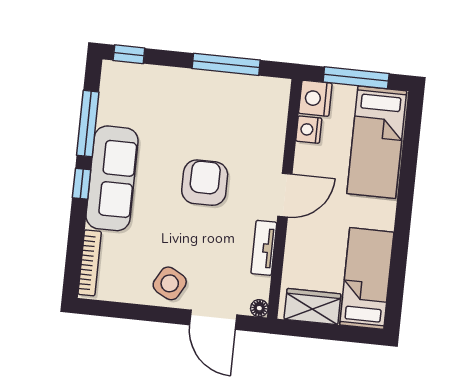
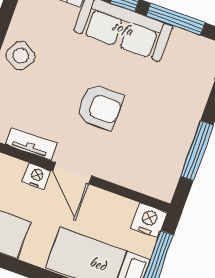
nightstand: (309, 130) -> (37, 177), moved

